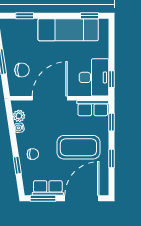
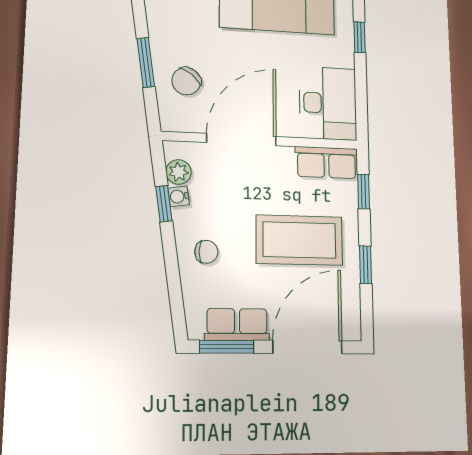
chair: (22, 70) -> (186, 81), turned 128
window: (112, 79) -> (360, 37), moved
window: (17, 165) -> (164, 204), moved

